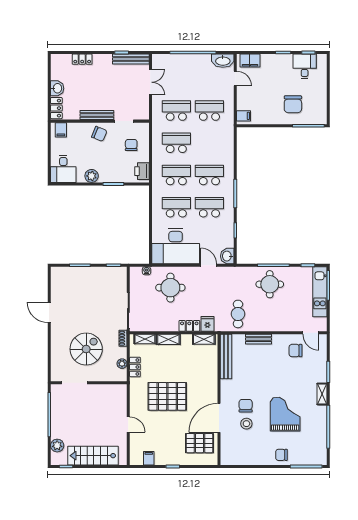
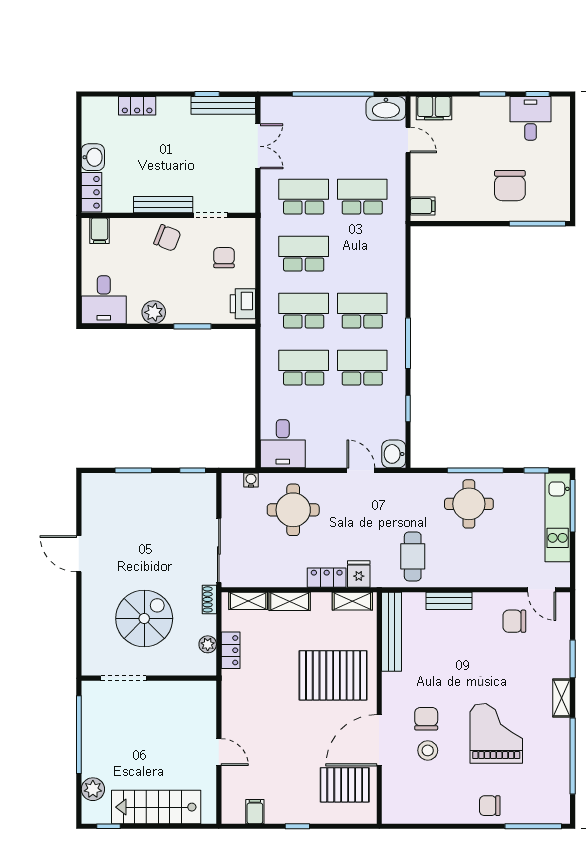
desk: (176, 246) -> (283, 444), width x0.53, depth x0.77
pallet: (167, 396) -> (333, 675), moved

